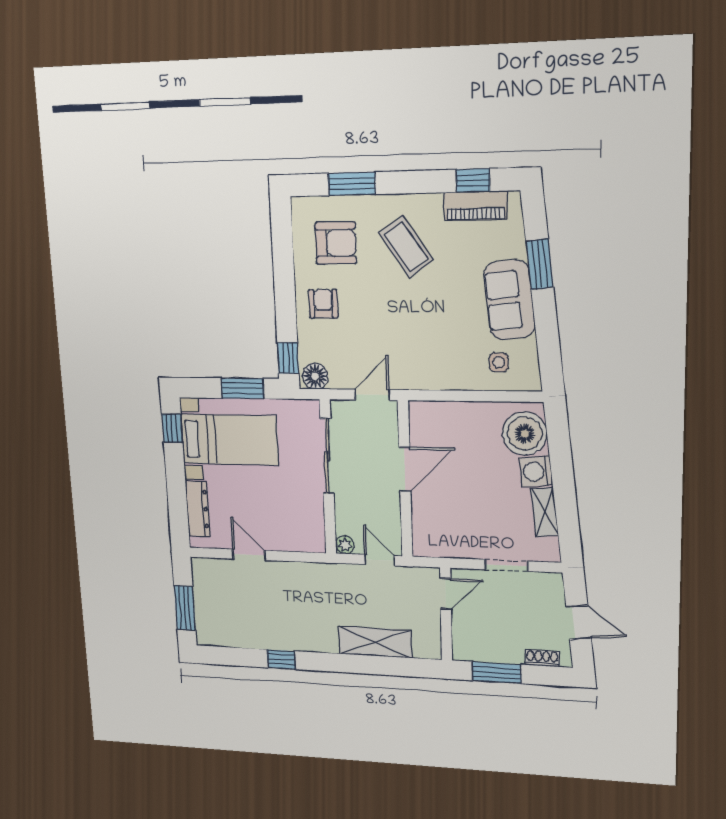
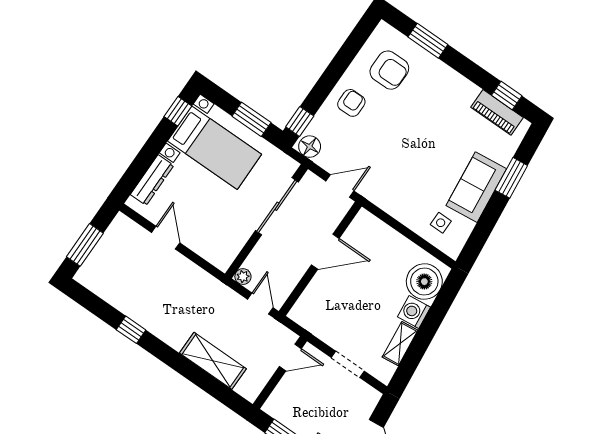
coffee table: (406, 247) -> (434, 106), removed

